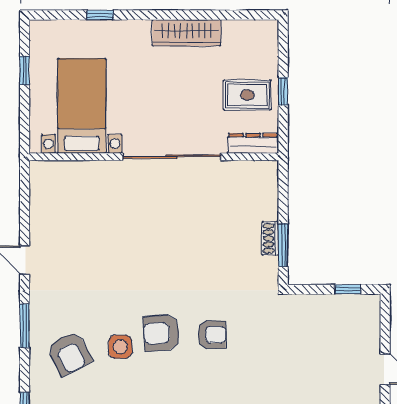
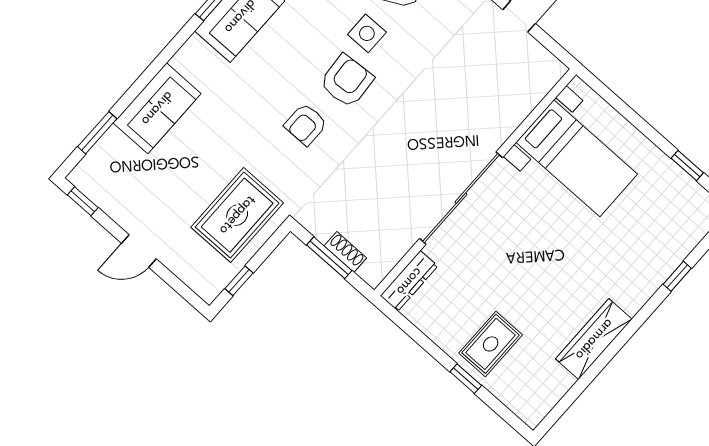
bed with nightstands: (82, 106) -> (577, 158), moved
dresser: (253, 143) -> (409, 281), moved
wall: (154, 157) -> (475, 182), moved
sliding door: (172, 157) -> (461, 198), moved
rug: (308, 327) -> (237, 215), added

